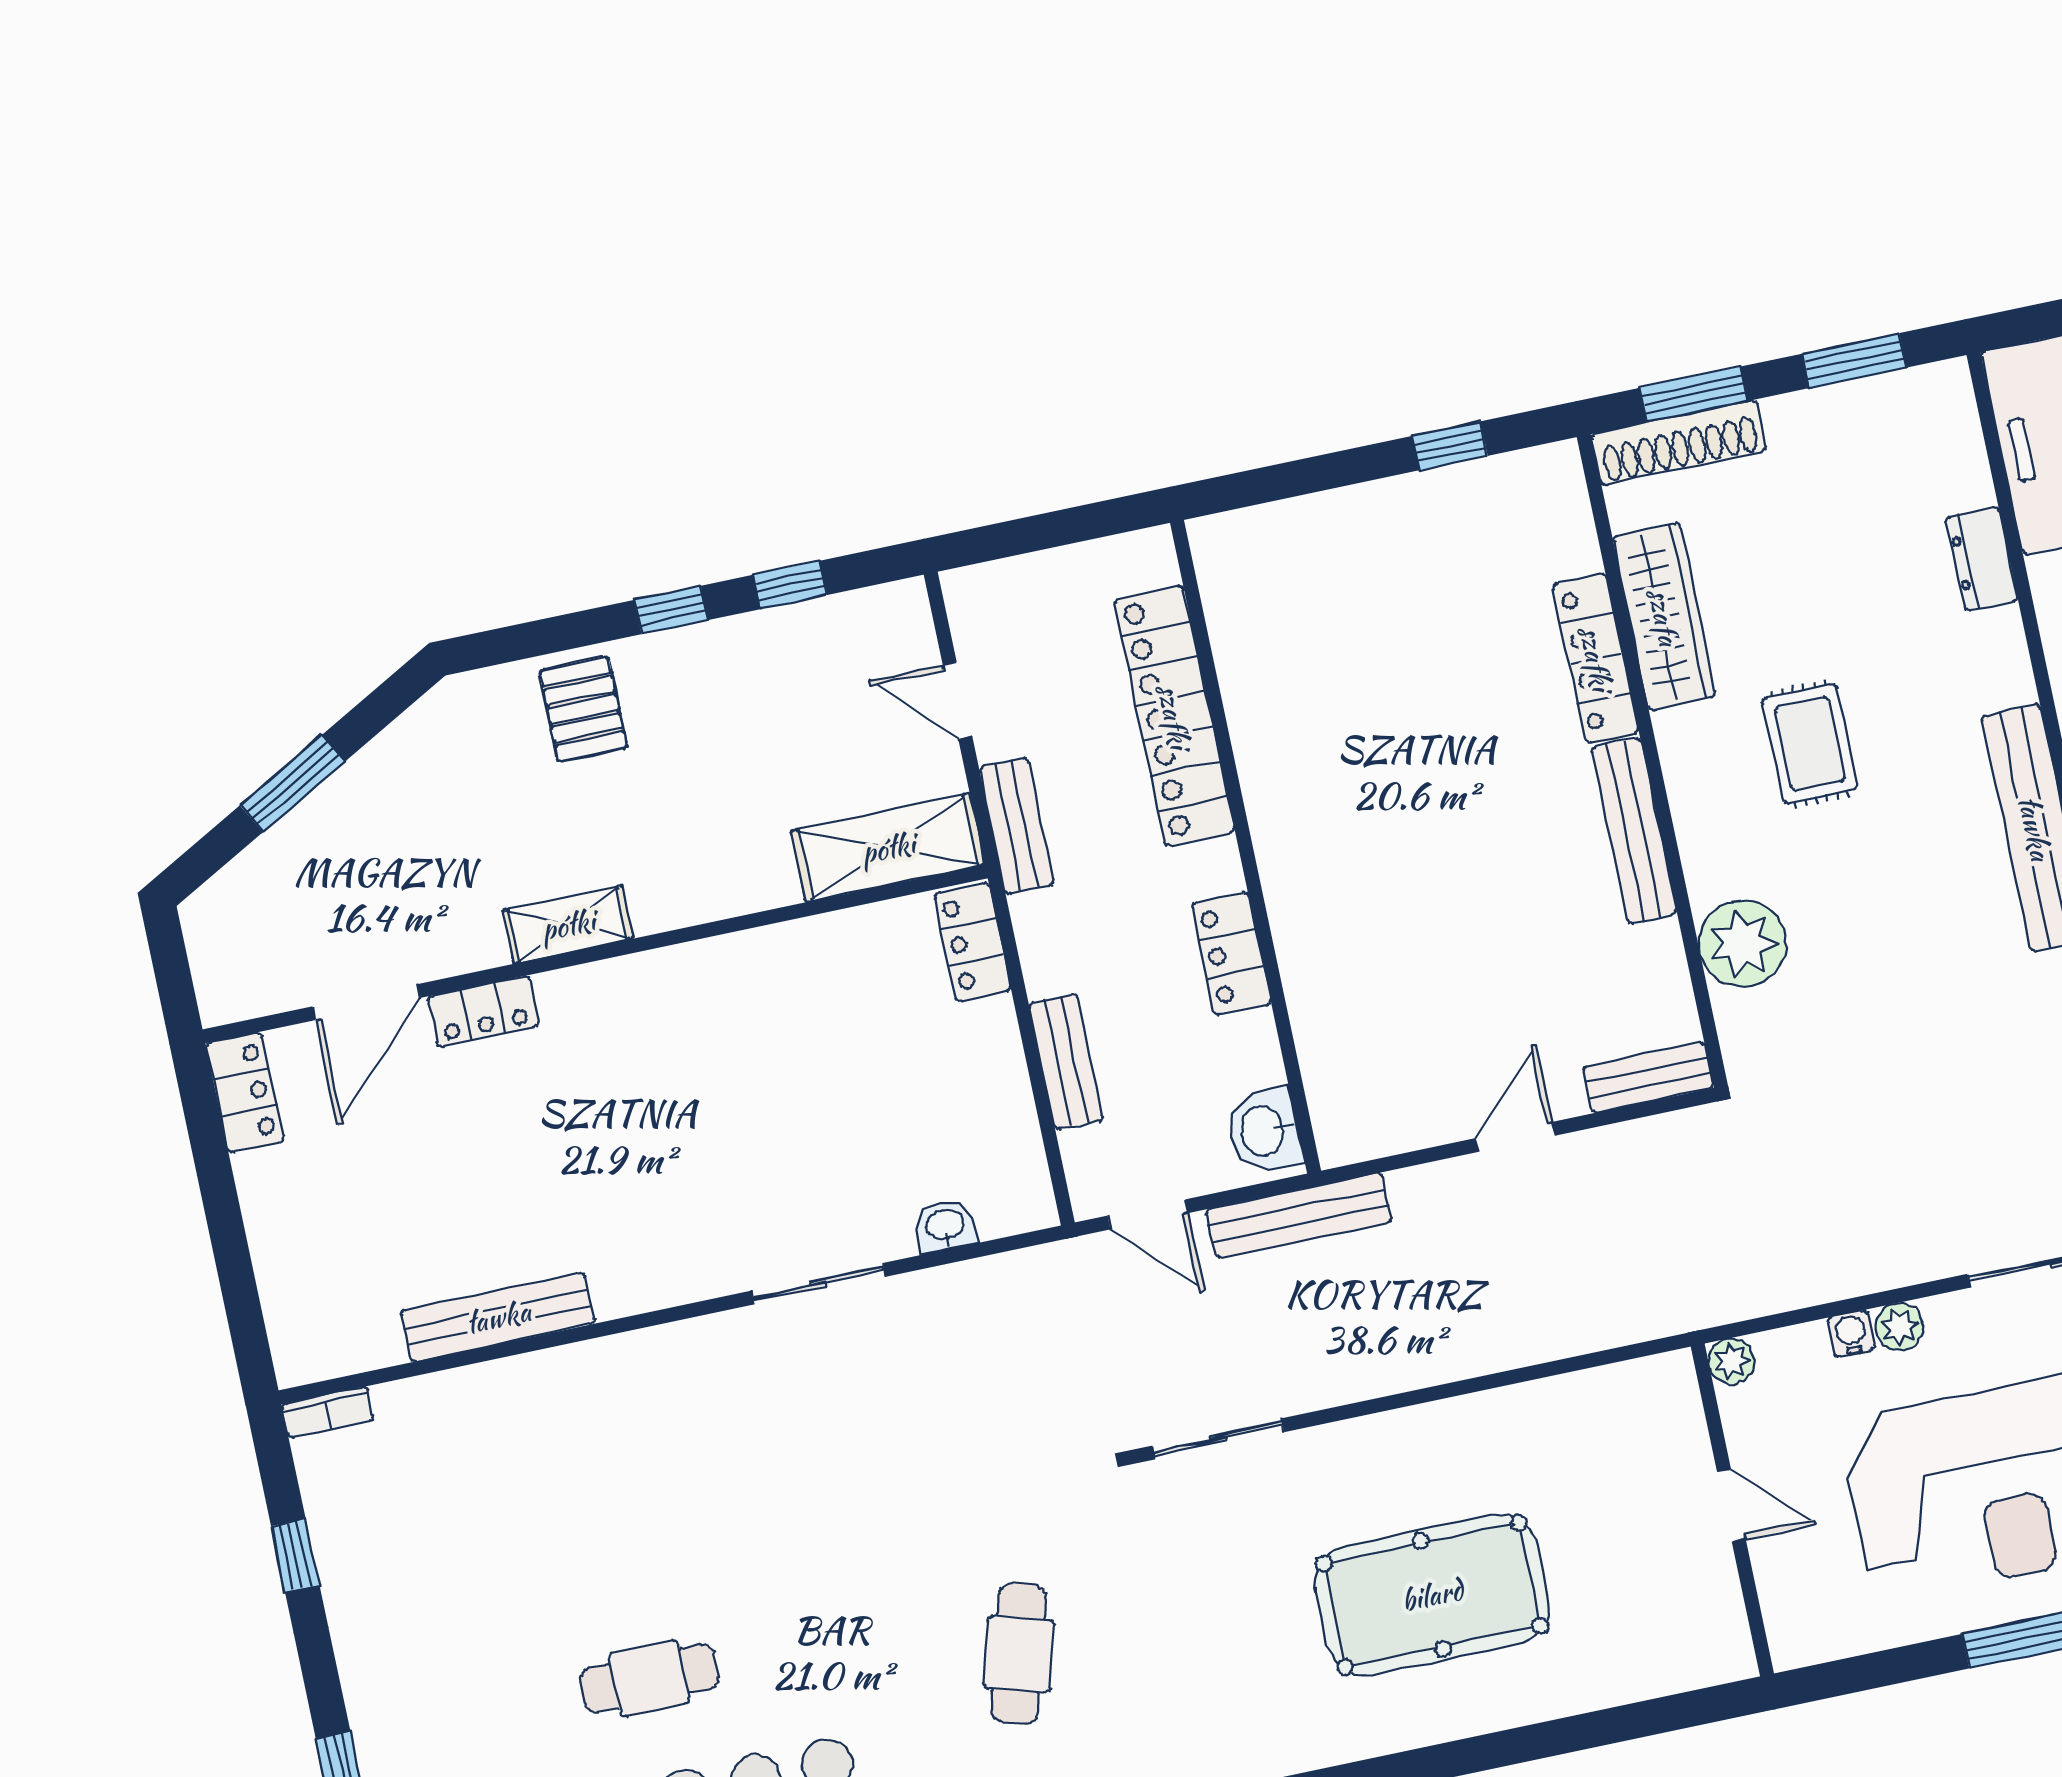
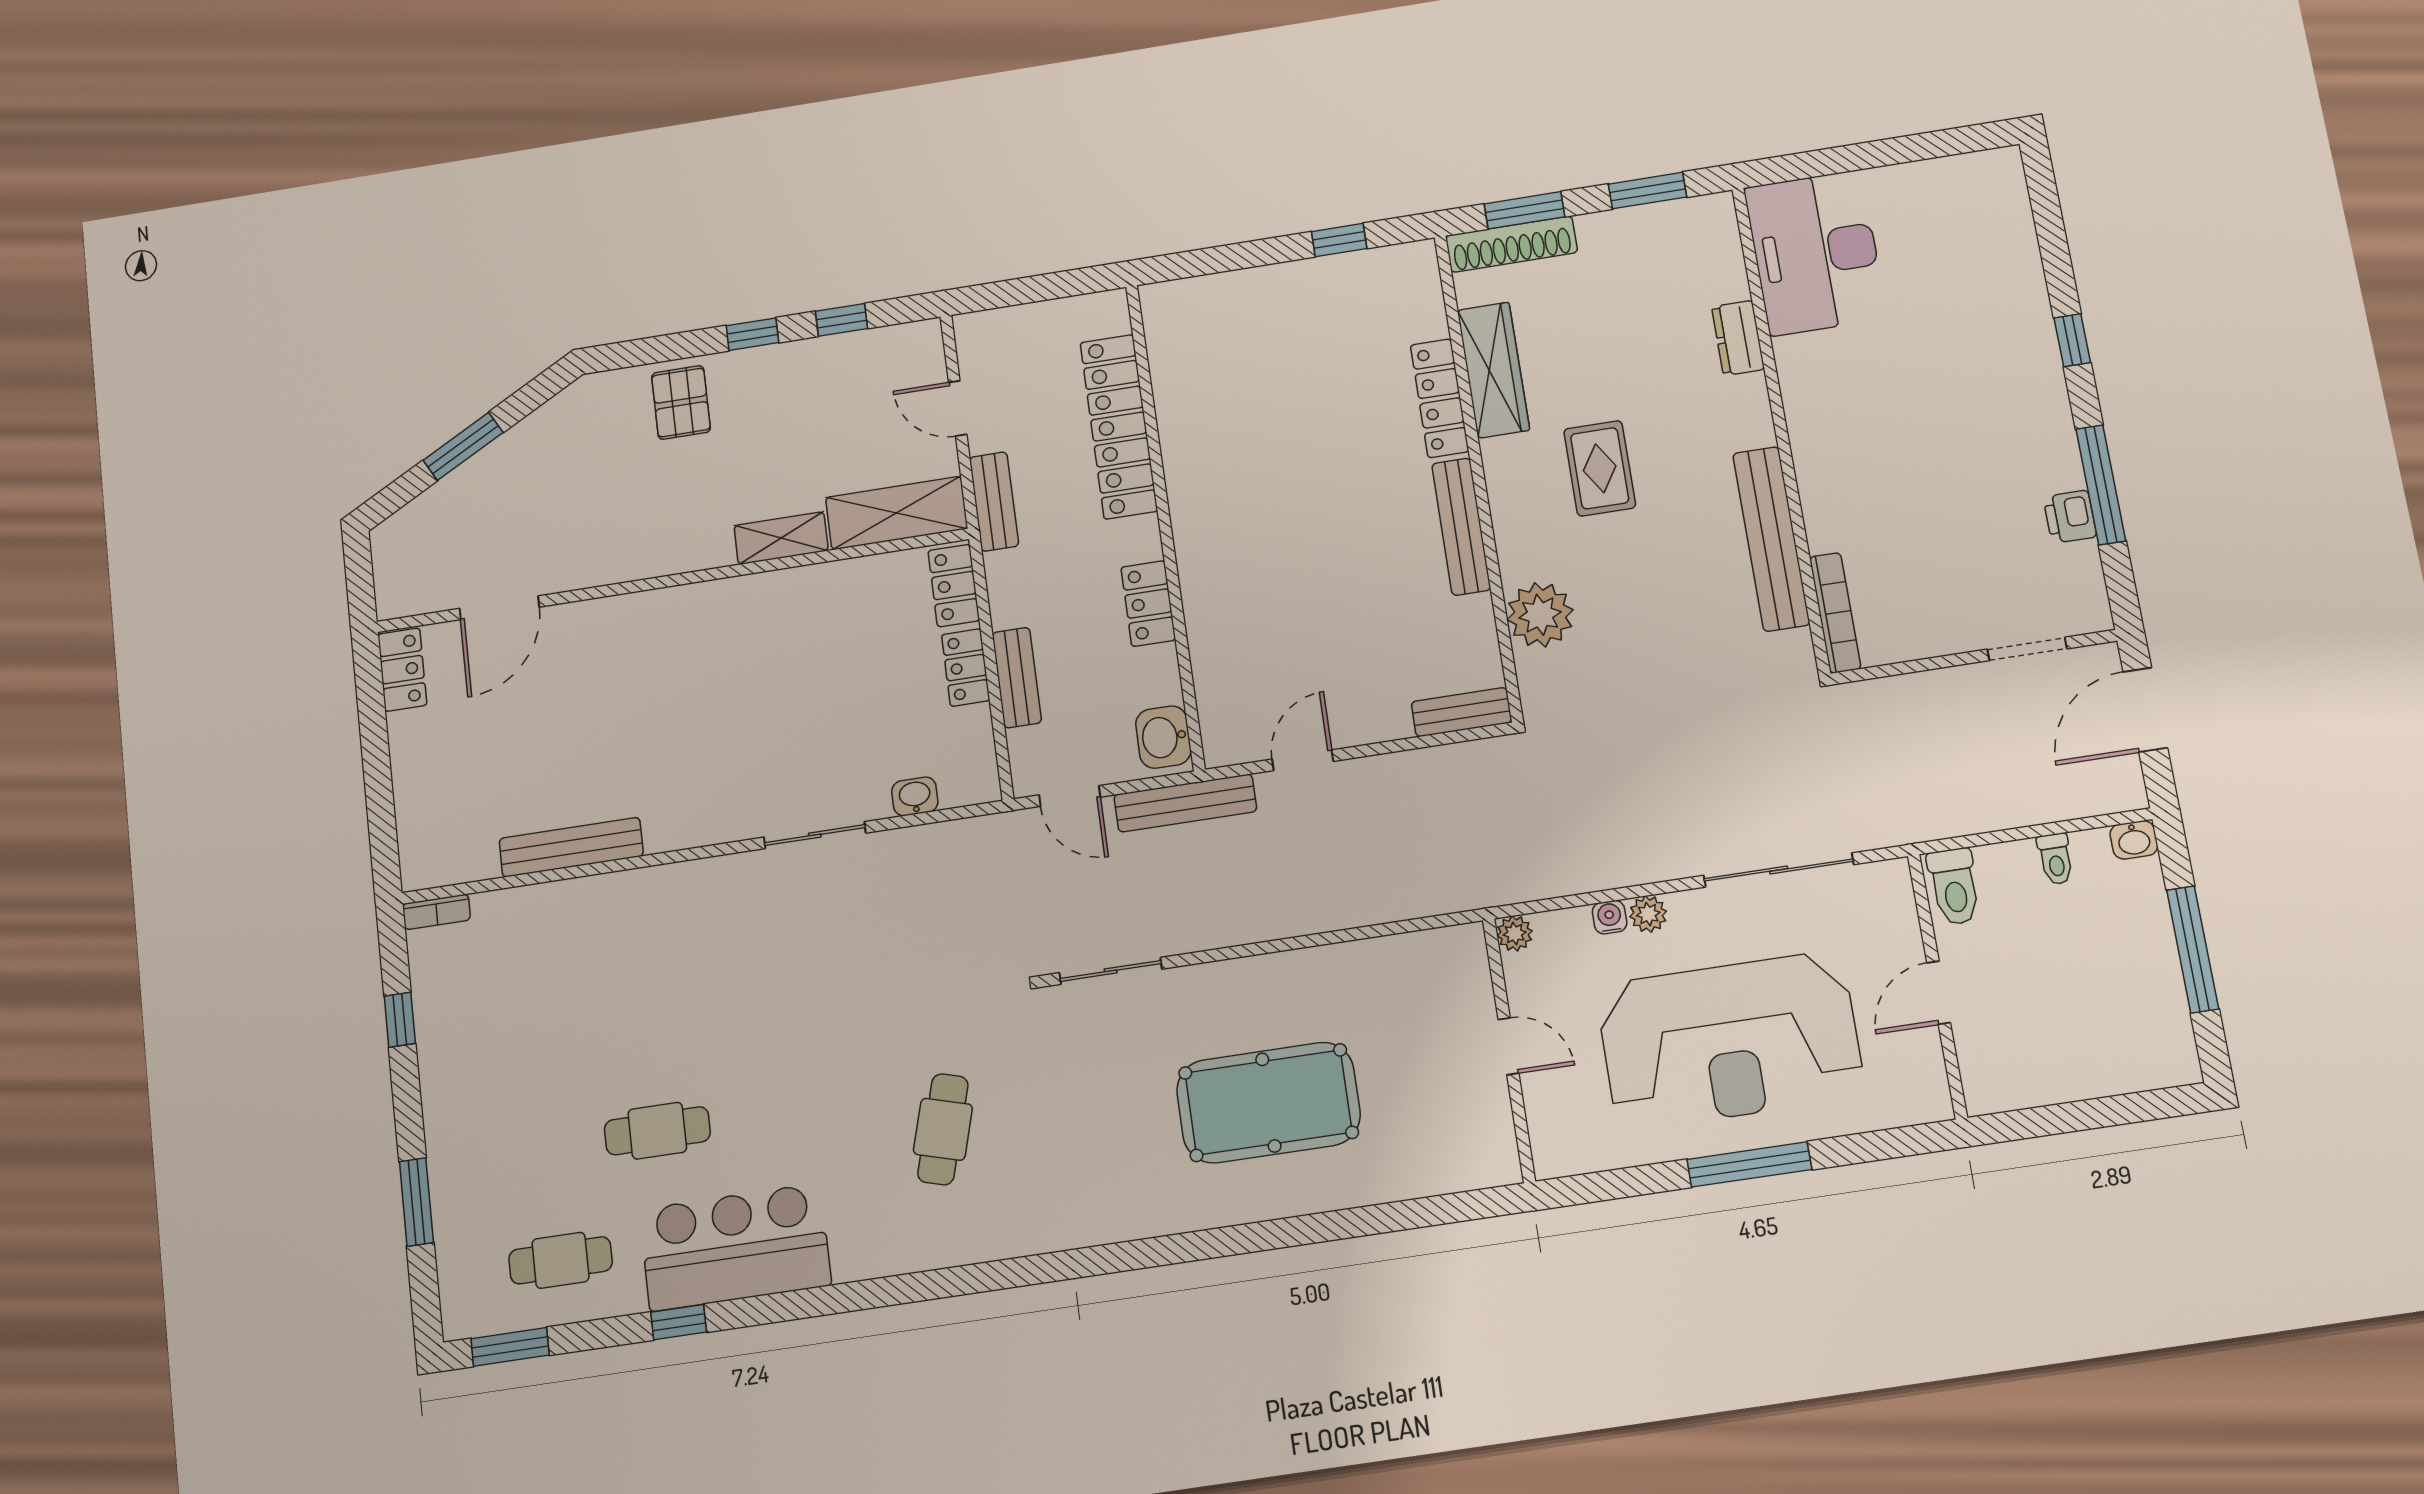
shelving: (568, 925) -> (781, 538), moved
locker: (483, 1011) -> (966, 668), moved, turned 90
door: (1515, 1137) -> (1303, 760), moved

